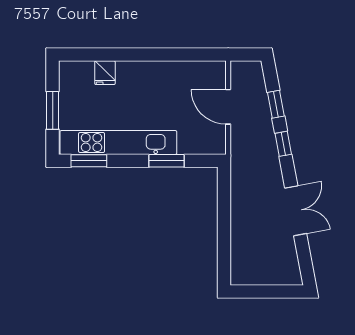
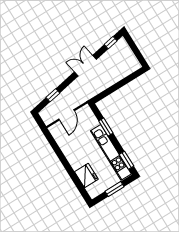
fridge: (105, 73) -> (86, 176), width x1.88, depth x1.34
window: (283, 144) -> (111, 43), moved
double door: (296, 211) -> (85, 66), moved

